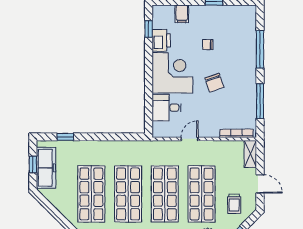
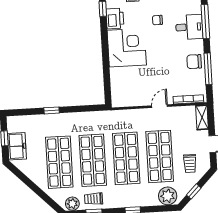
chair: (214, 83) -> (194, 62), moved, turned 109
desk: (167, 108) -> (189, 27), moved, turned 180
window: (65, 137) -> (52, 110), moved
door: (190, 139) -> (160, 106), moved
freezer: (46, 168) -> (17, 146), width x0.71

